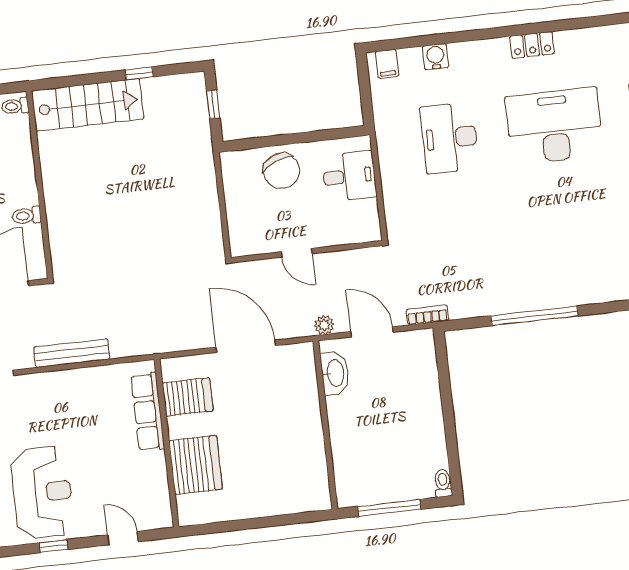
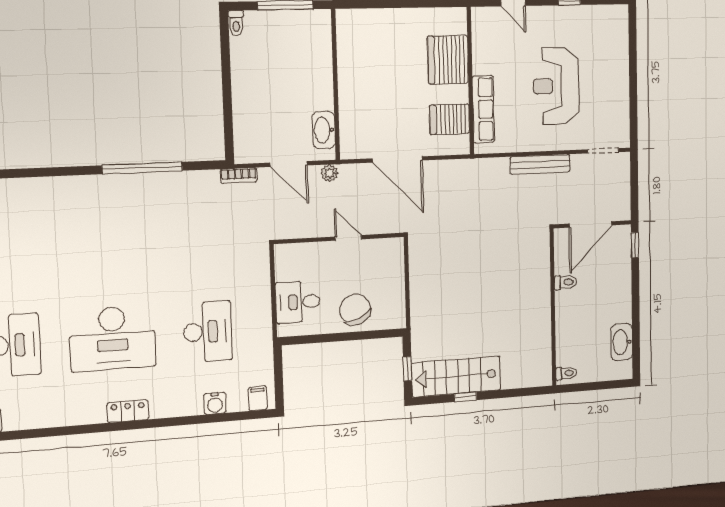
stairs: (88, 105) -> (456, 377), moved
reception desk: (42, 492) -> (556, 86), moved

